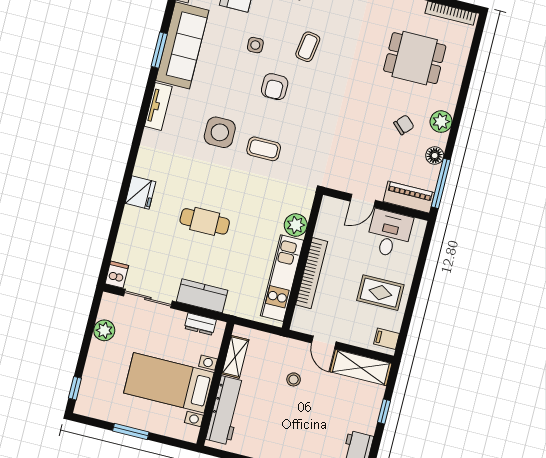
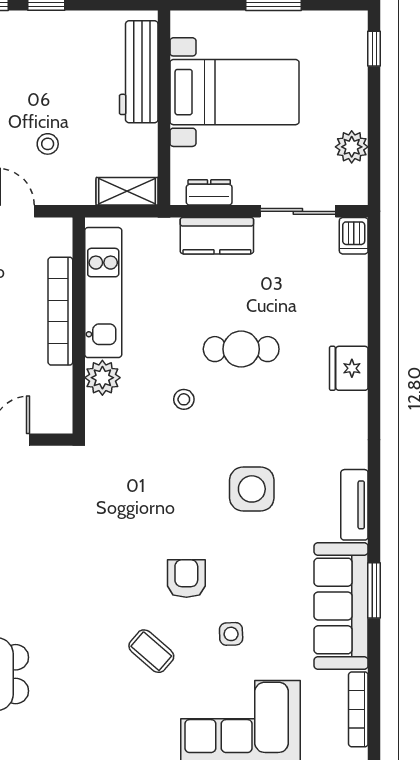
coffee table: (308, 47) -> (151, 651), turned -58
coffee table: (264, 149) -> (179, 481), removed
stool: (248, 199) -> (184, 399), added
shelving: (235, 357) -> (127, 191), moved, turned 90

